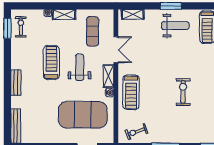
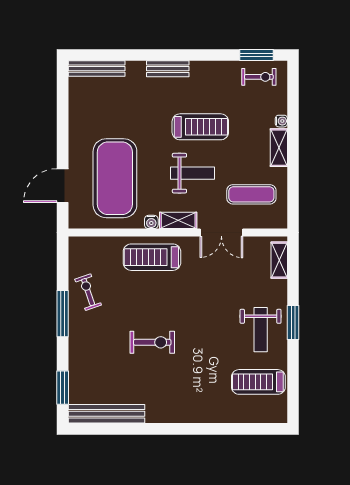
exercise bike: (136, 132) -> (88, 292), moved

